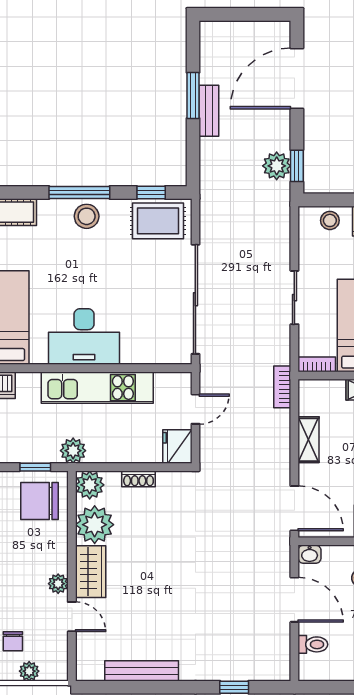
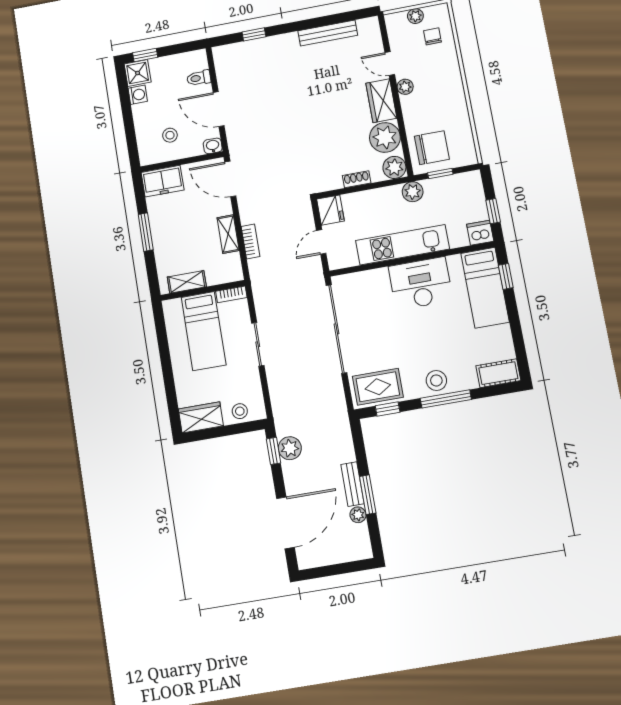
plant: (209, 74) -> (358, 515), added
bookcase: (282, 387) -> (250, 241), moved

